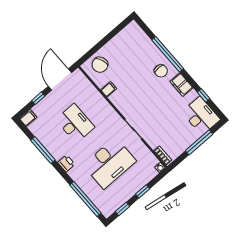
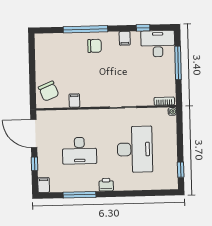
filing cabinet: (181, 85) -> (125, 38), width x0.50
desk: (75, 123) -> (79, 151), turned 180
window: (143, 191) -> (180, 142), removed
window: (85, 199) -> (148, 193), removed

